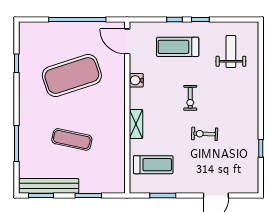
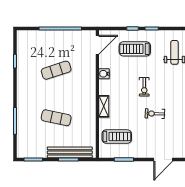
door: (127, 41) -> (97, 45), swing flipped
exercise mat: (72, 75) -> (56, 70), width x0.50, depth x0.69
bench: (49, 186) -> (70, 152), moved

